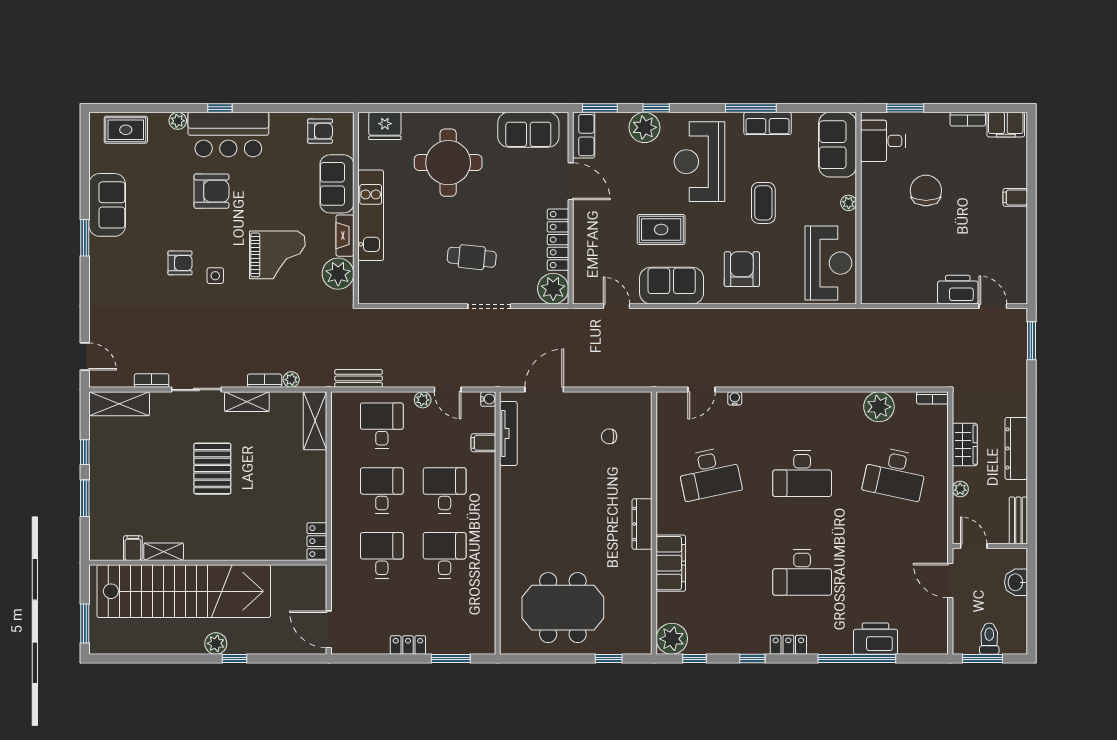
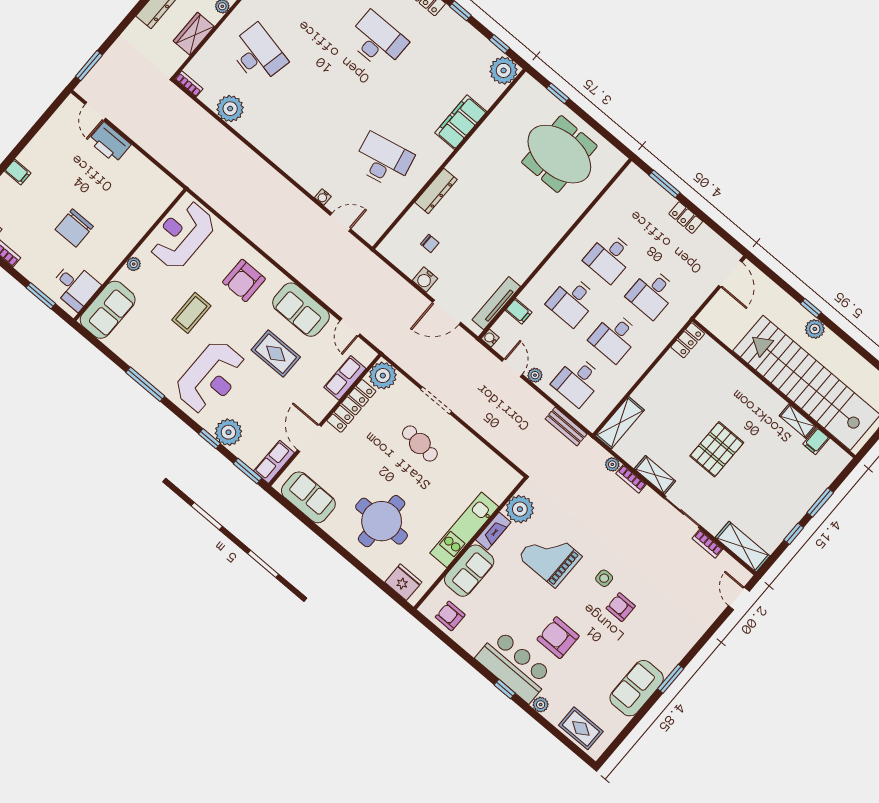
row of seats: (768, 123) -> (345, 378), moved, turned -90
water cooler: (587, 402) -> (425, 279), added
desk: (802, 474) -> (320, 107), removed
dresser: (642, 524) -> (436, 191), moved

